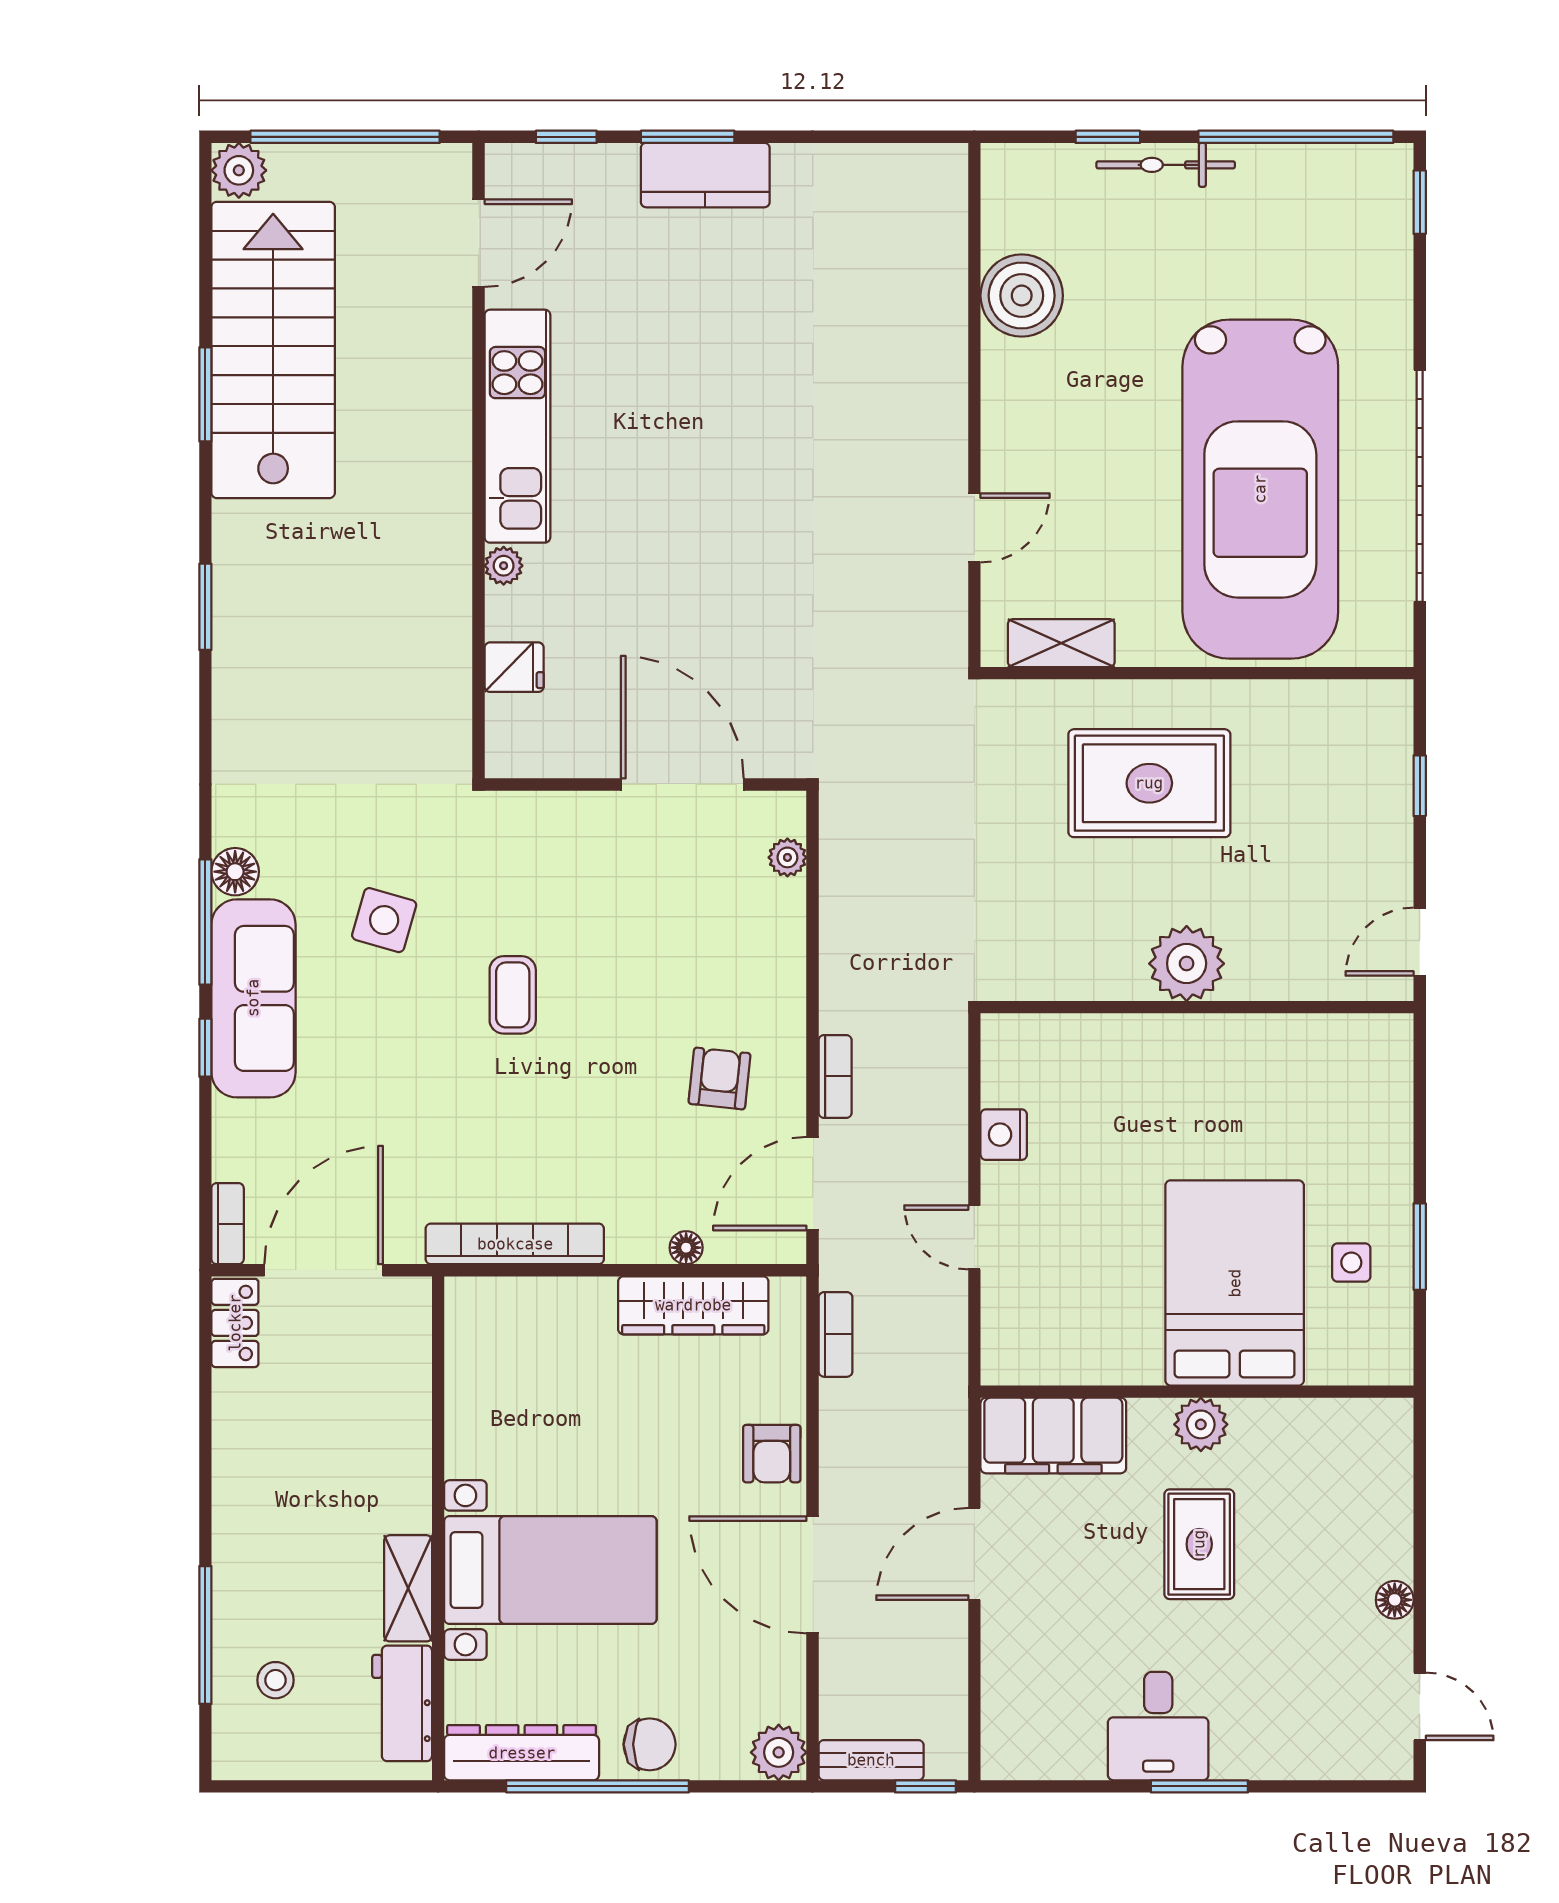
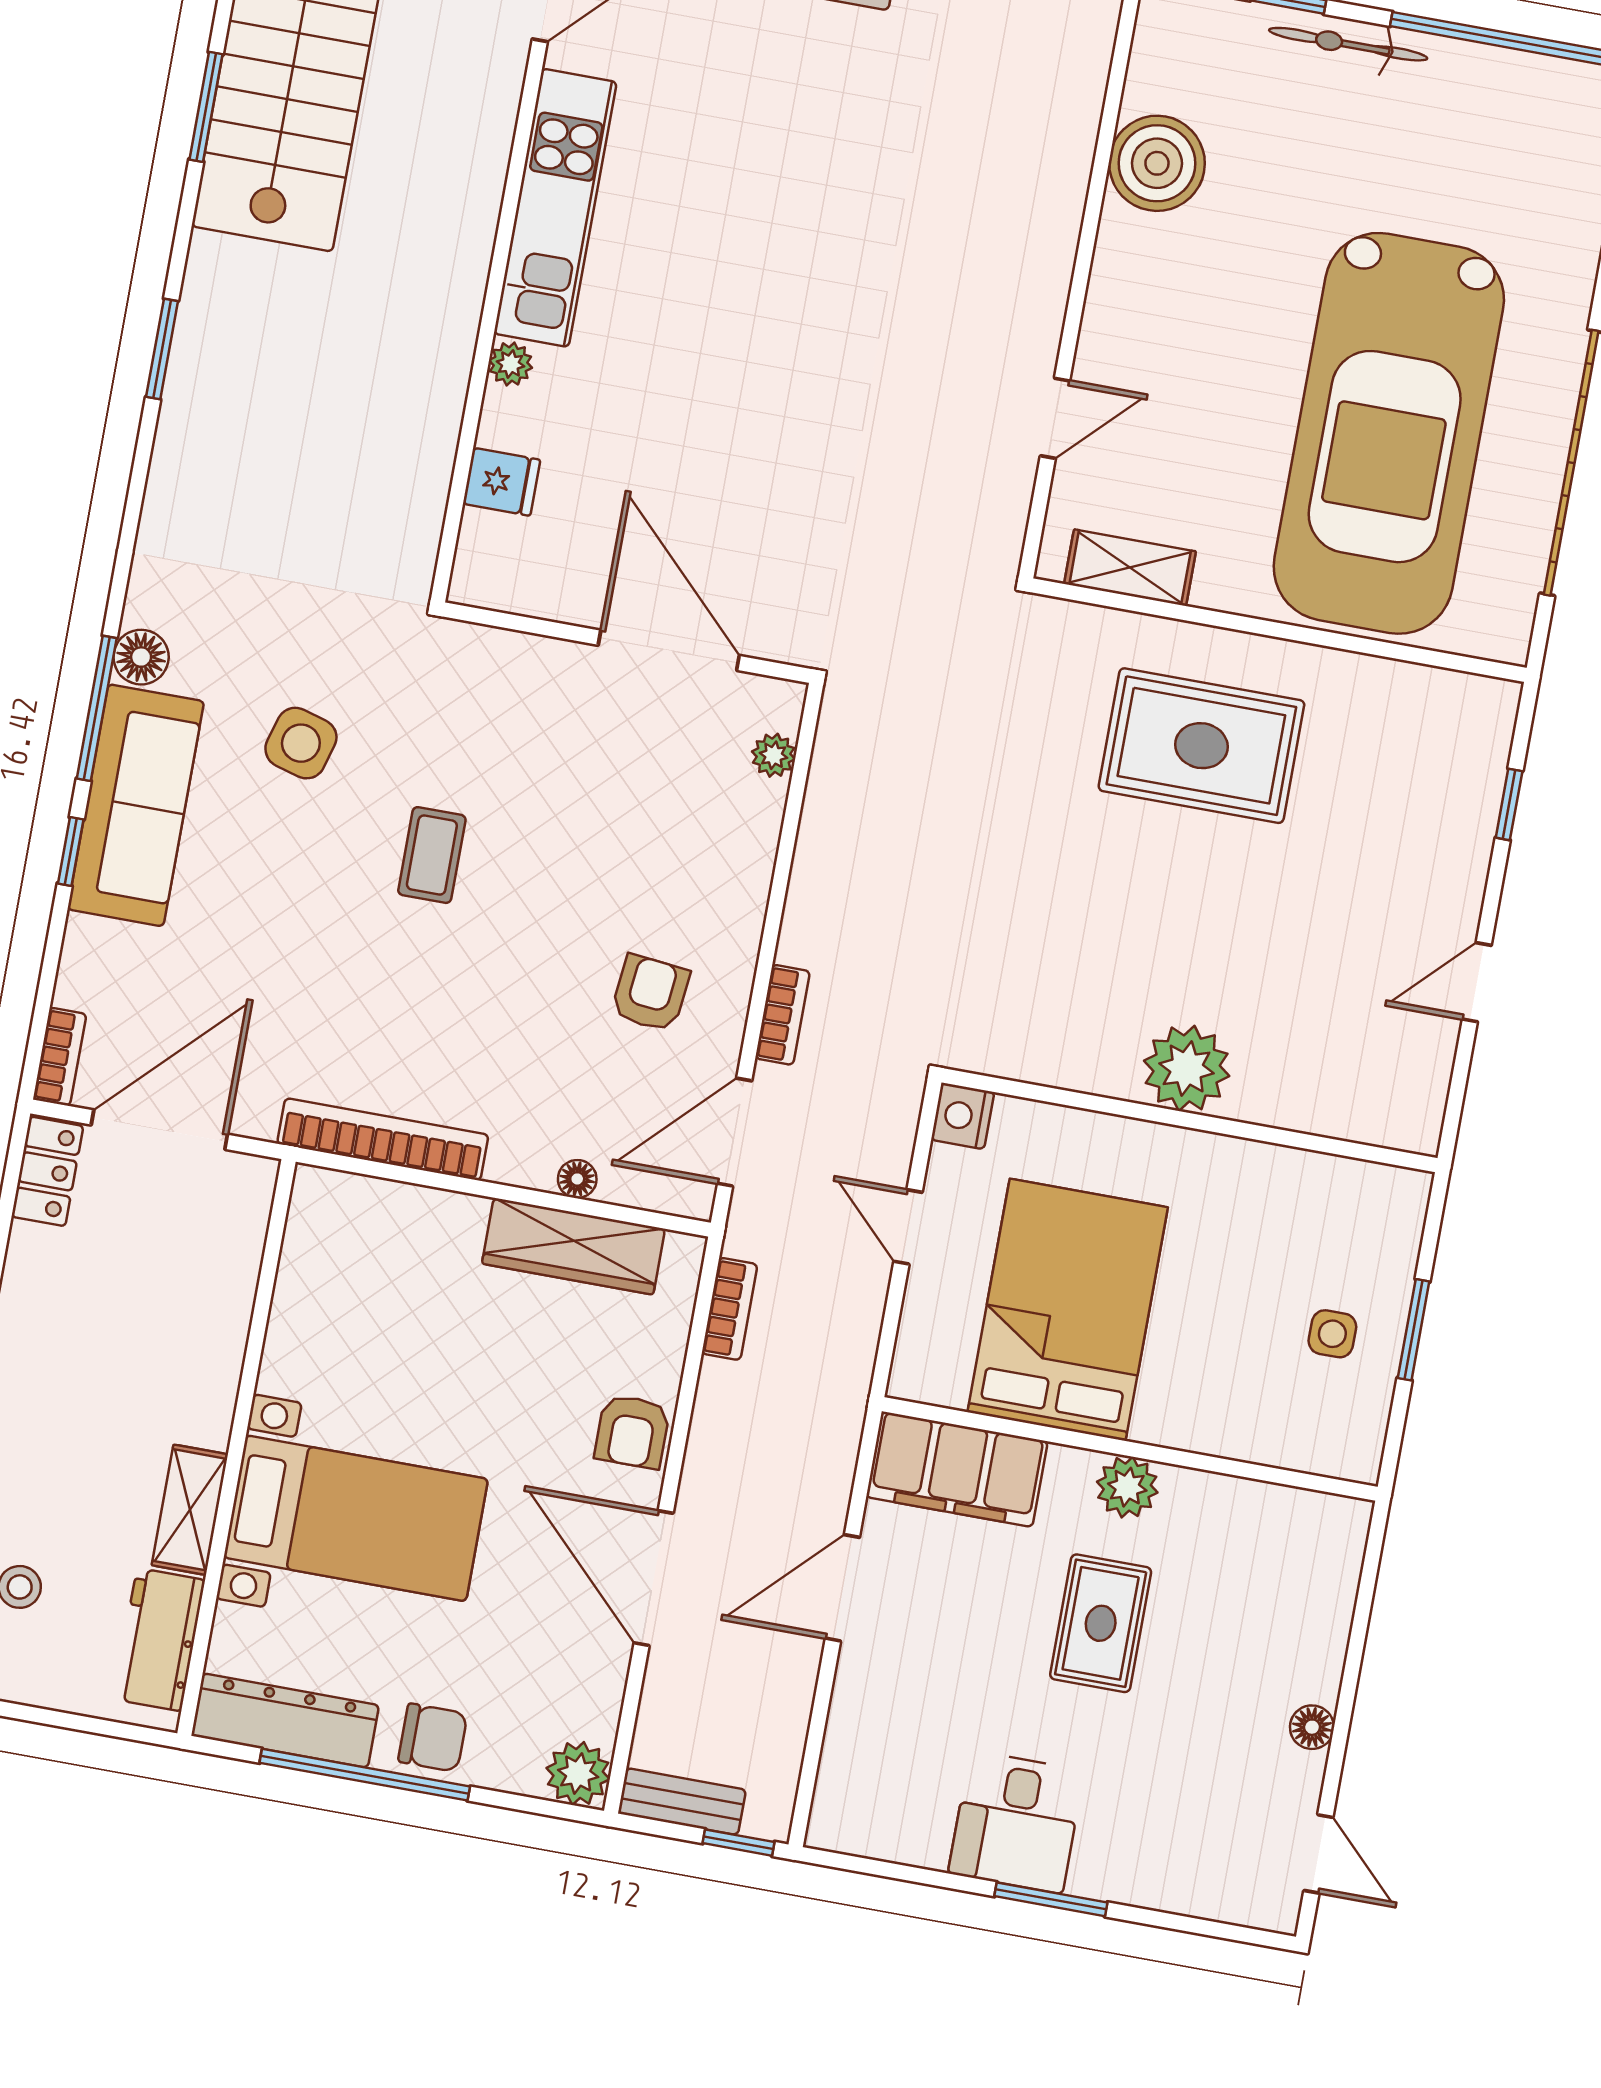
plant: (1187, 964) -> (1187, 1068), moved
wall: (1197, 1007) -> (1190, 1120), moved
bed: (1235, 1283) -> (1068, 1310), moved

